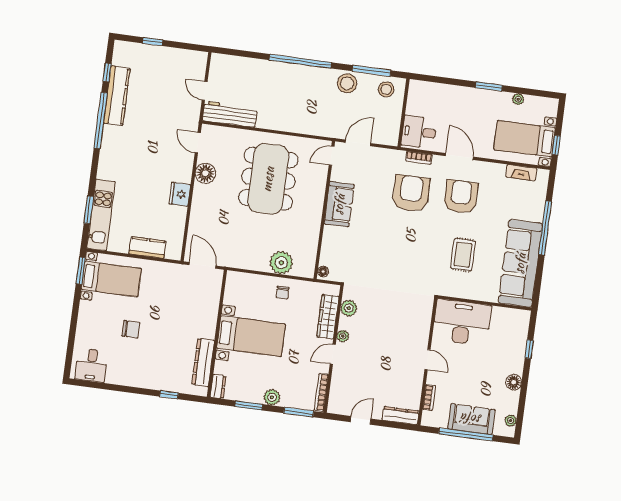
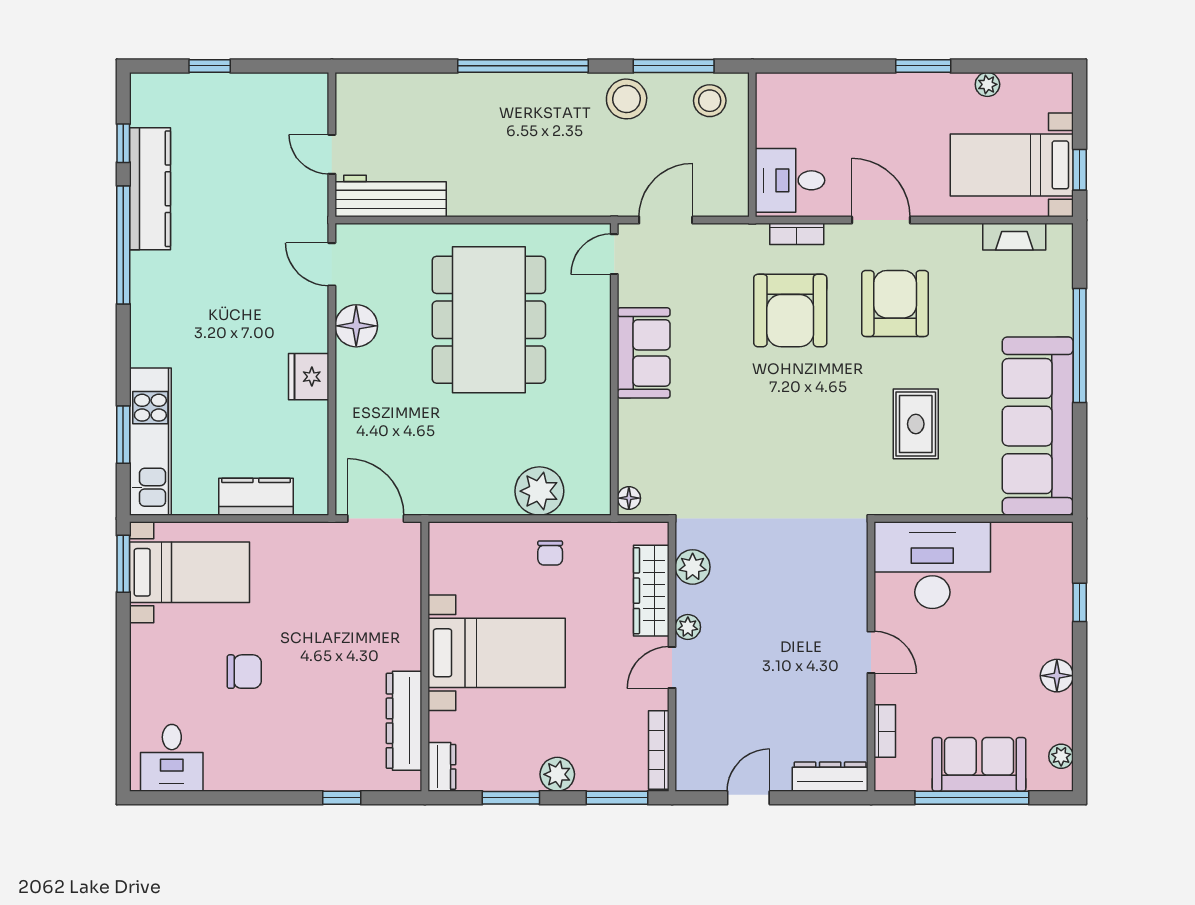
armchair: (411, 193) -> (790, 310), turned 180

